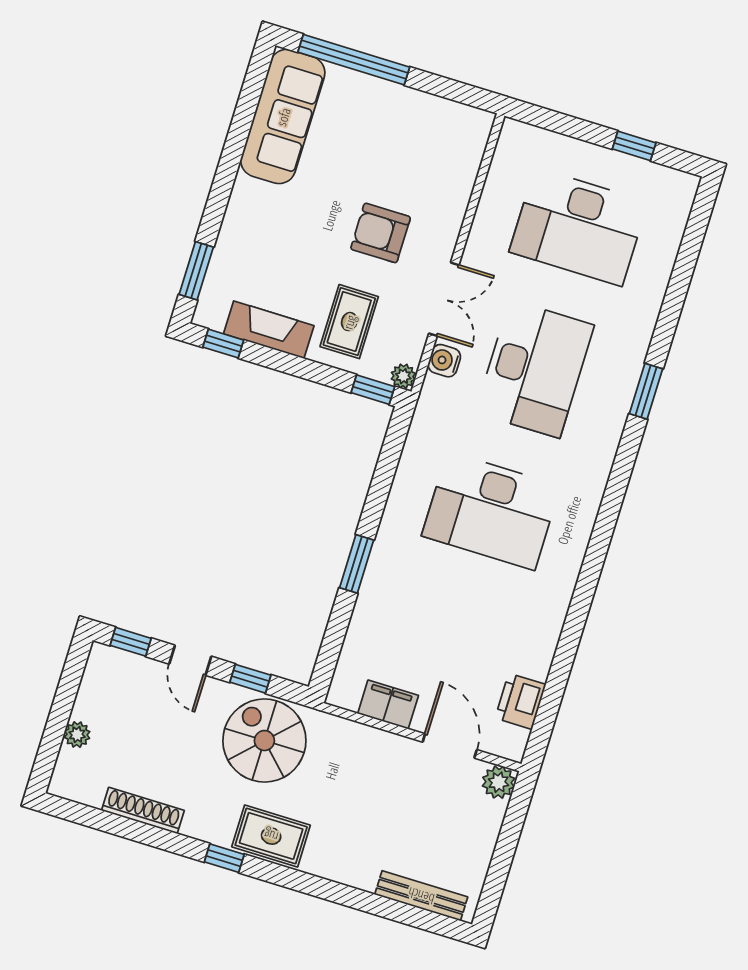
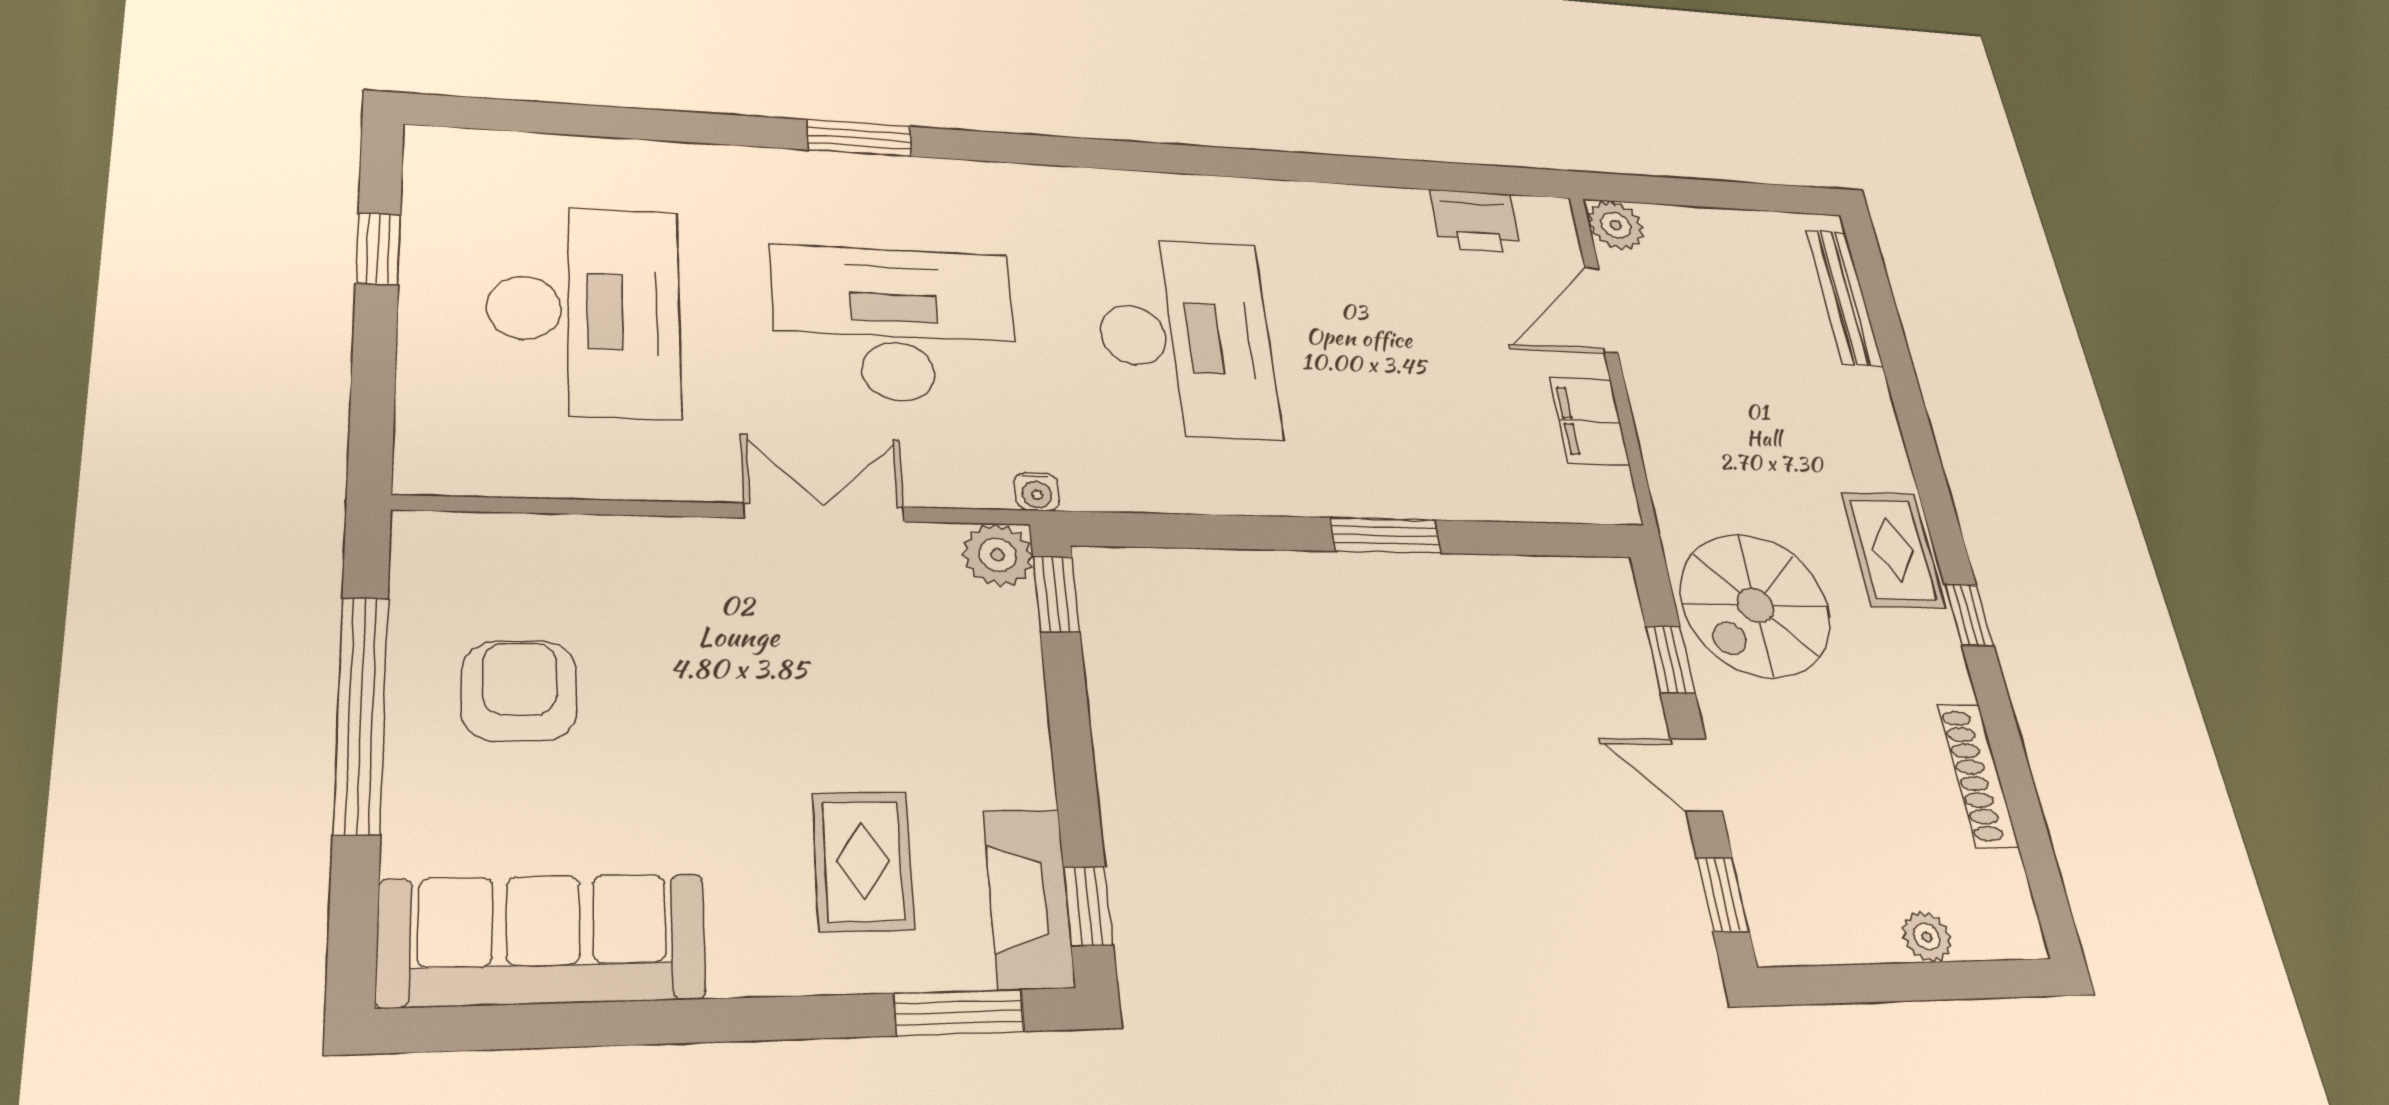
window: (354, 60) -> (361, 714), moved
armchair: (381, 233) -> (519, 691), moved, turned 180
rug: (349, 322) -> (863, 861), moved, turned 90
fireplace: (269, 330) -> (1029, 898), moved
water cooler: (444, 361) -> (1037, 492), moved, width x0.72, depth x0.72
plant: (403, 376) -> (998, 555), width x1.38, depth x1.38
door: (190, 660) -> (1696, 775), swing flipped

